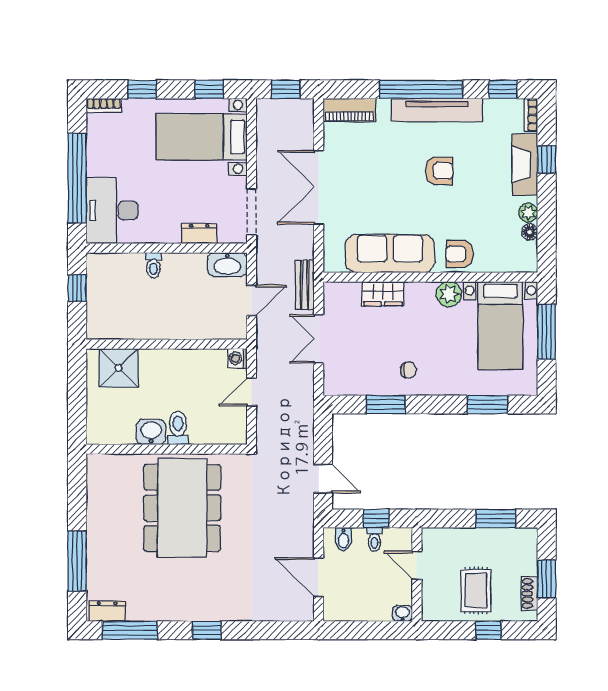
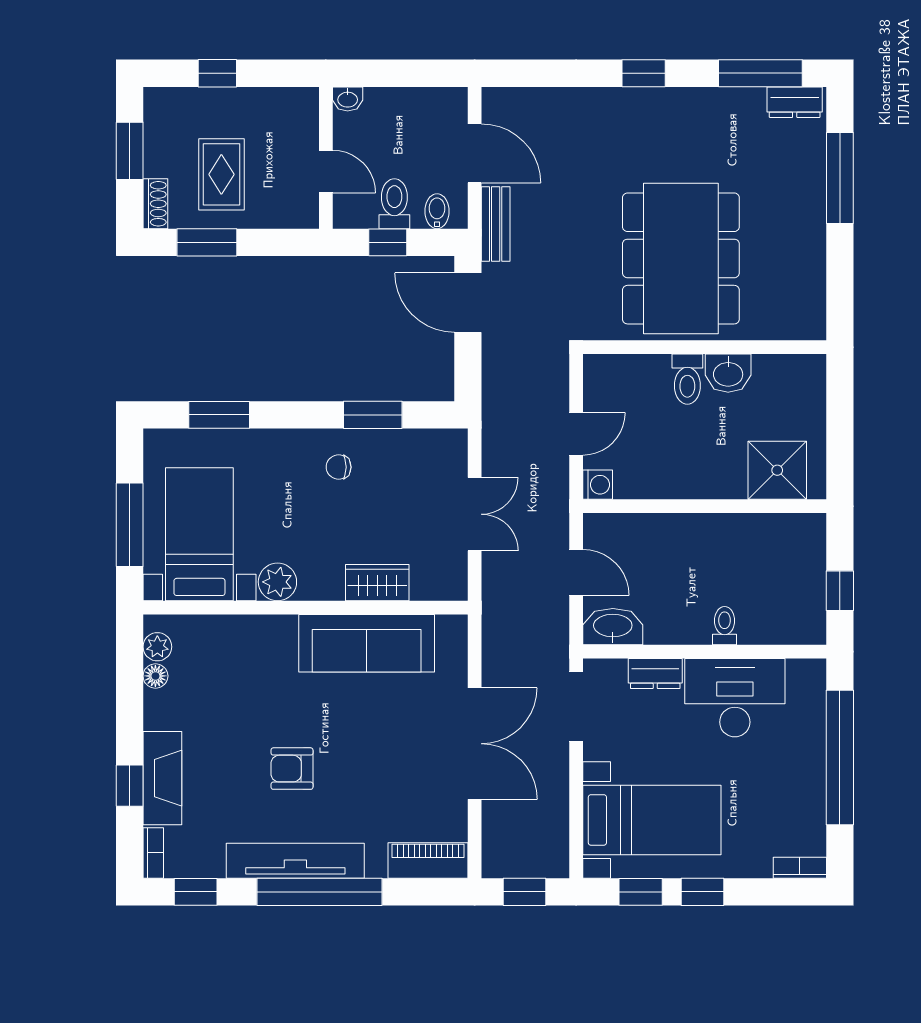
window: (142, 89) -> (702, 892), moved
desk: (112, 211) -> (735, 698), moved, turned -90
plant: (528, 213) -> (157, 647), moved
armchair: (460, 254) -> (261, 643), removed
bench: (305, 285) -> (496, 224), moved
door: (252, 300) -> (576, 572), swing flipped
door: (323, 479) -> (468, 303), width x1.38
toilet: (374, 539) -> (394, 204), width x1.37, depth x1.39
rug: (476, 590) -> (221, 174), moved
shoe rack: (530, 593) -> (155, 204), moved

